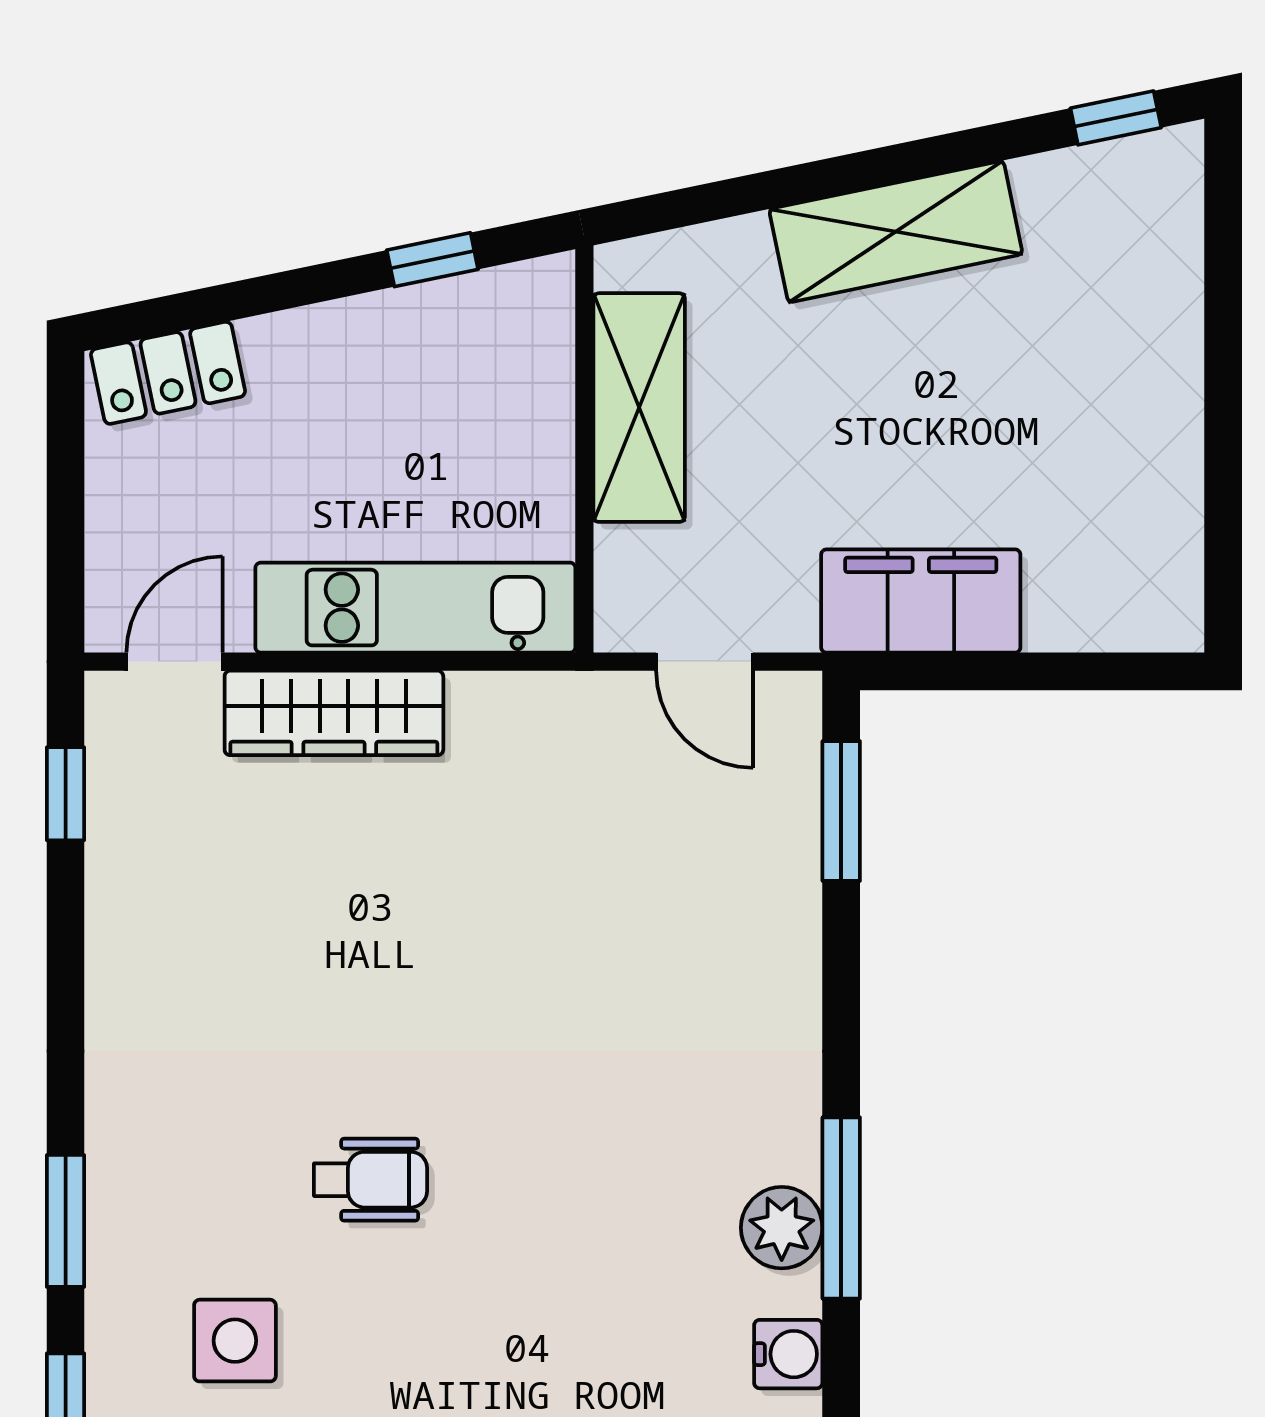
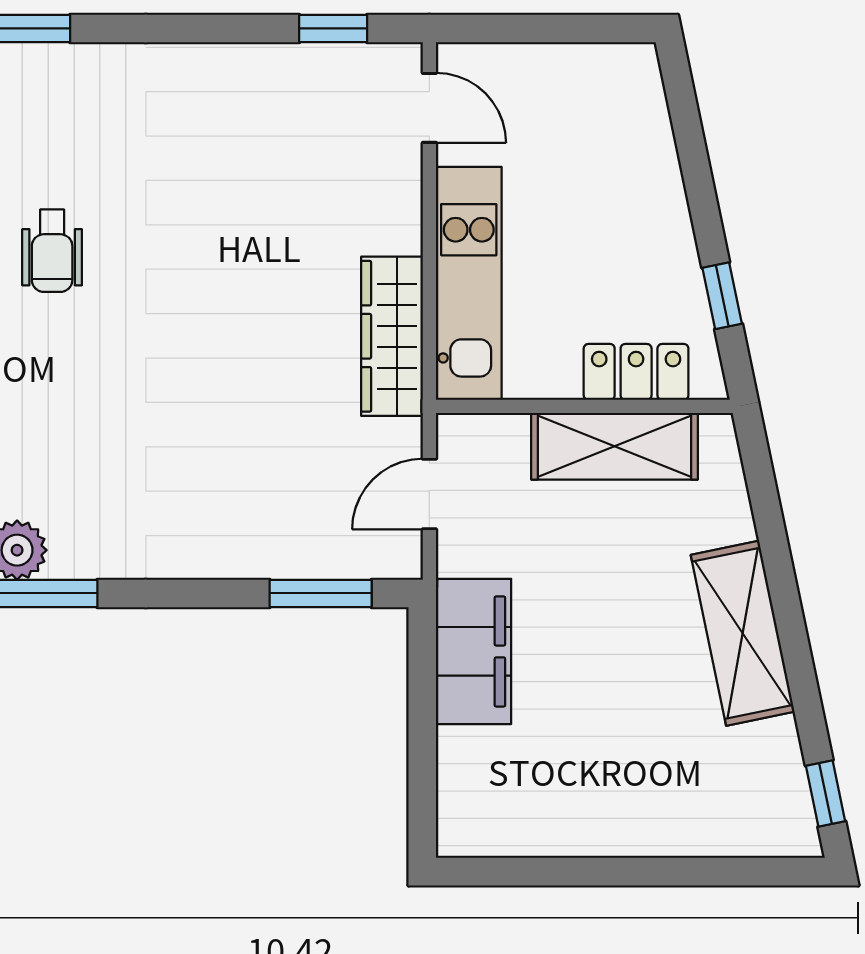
locker: (168, 373) -> (636, 372), moved, turned 102
wardrobe: (334, 713) -> (392, 336), moved

